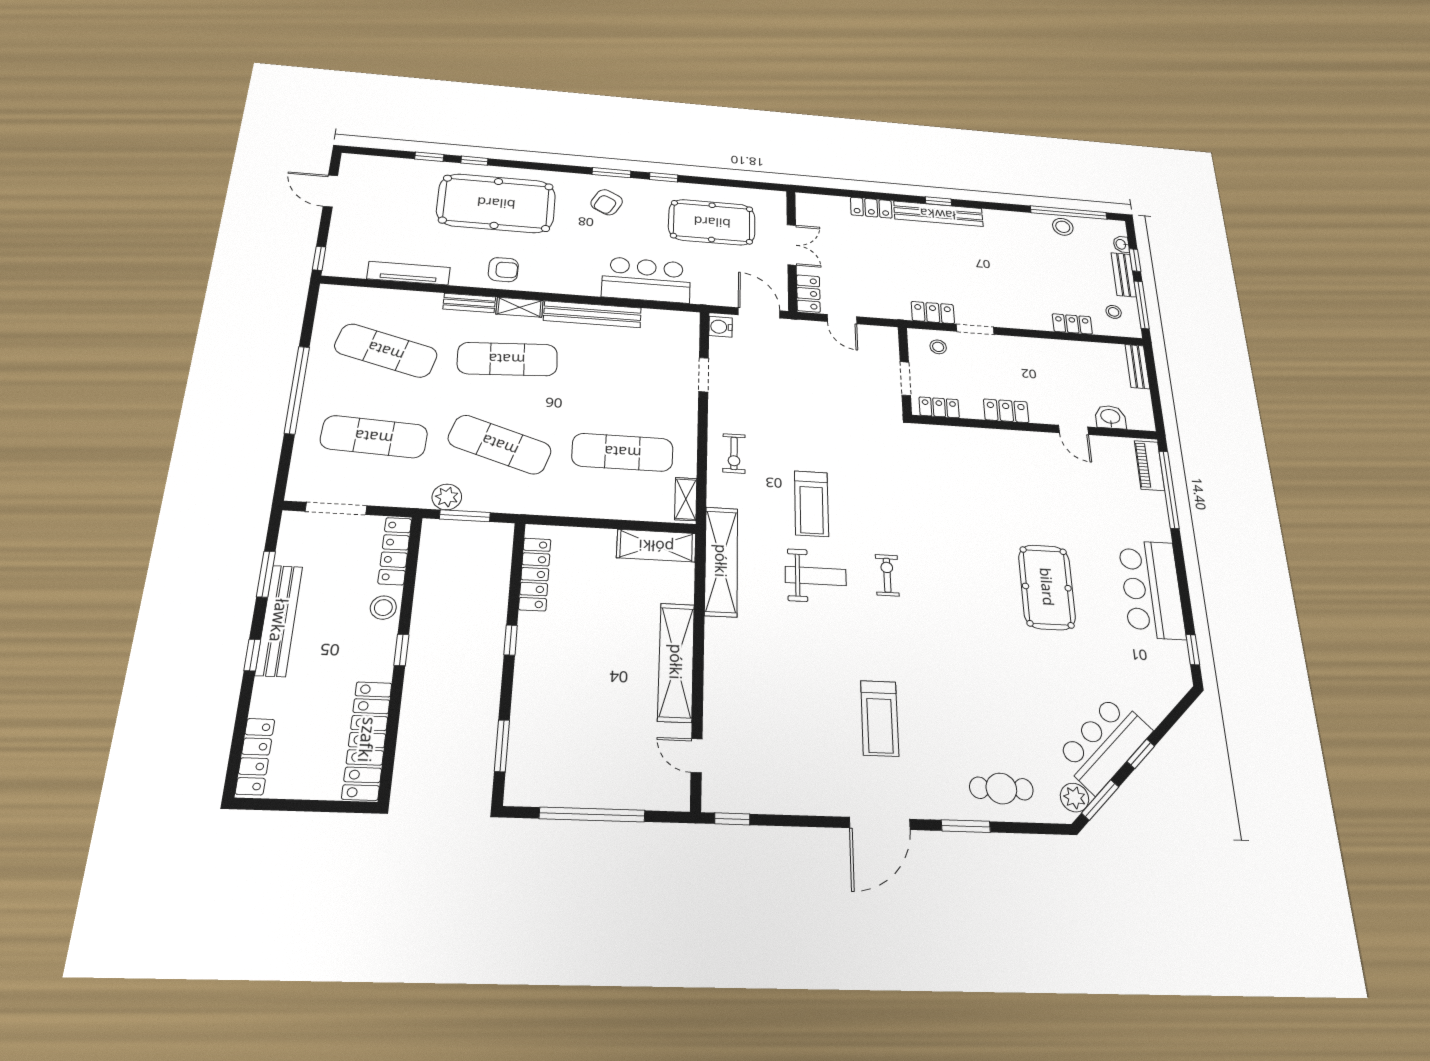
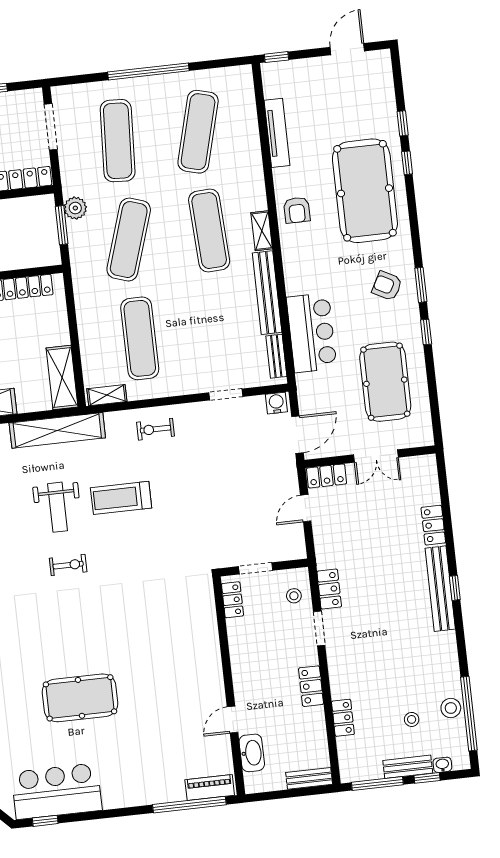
bench: (469, 303) -> (276, 356), moved
stool: (1114, 312) -> (412, 719), moved
locker: (1006, 411) -> (311, 686), moved, turned 180
washbasin: (1110, 417) -> (252, 753), width x1.38
bar counter: (1152, 589) -> (57, 791), moved

